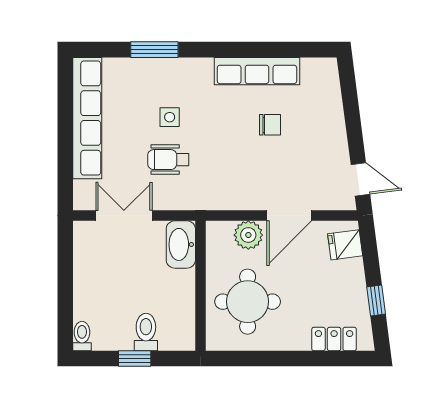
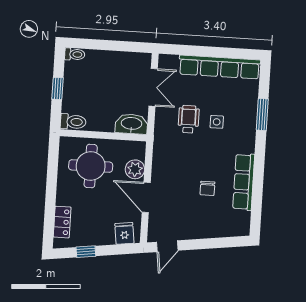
toilet: (146, 332) -> (73, 122), moved

